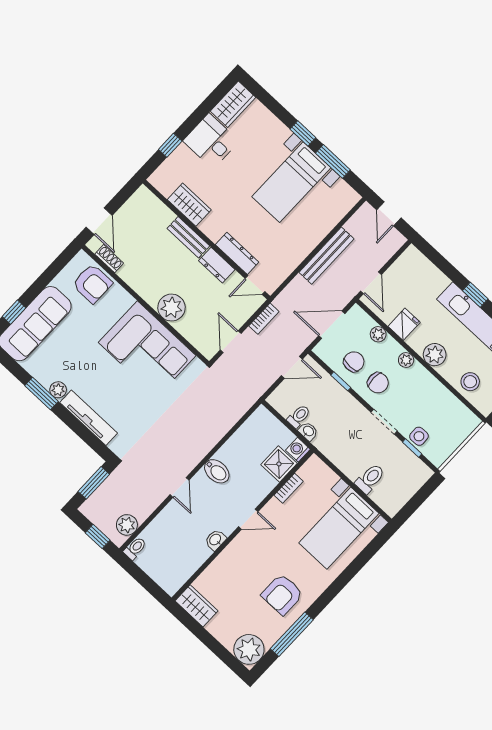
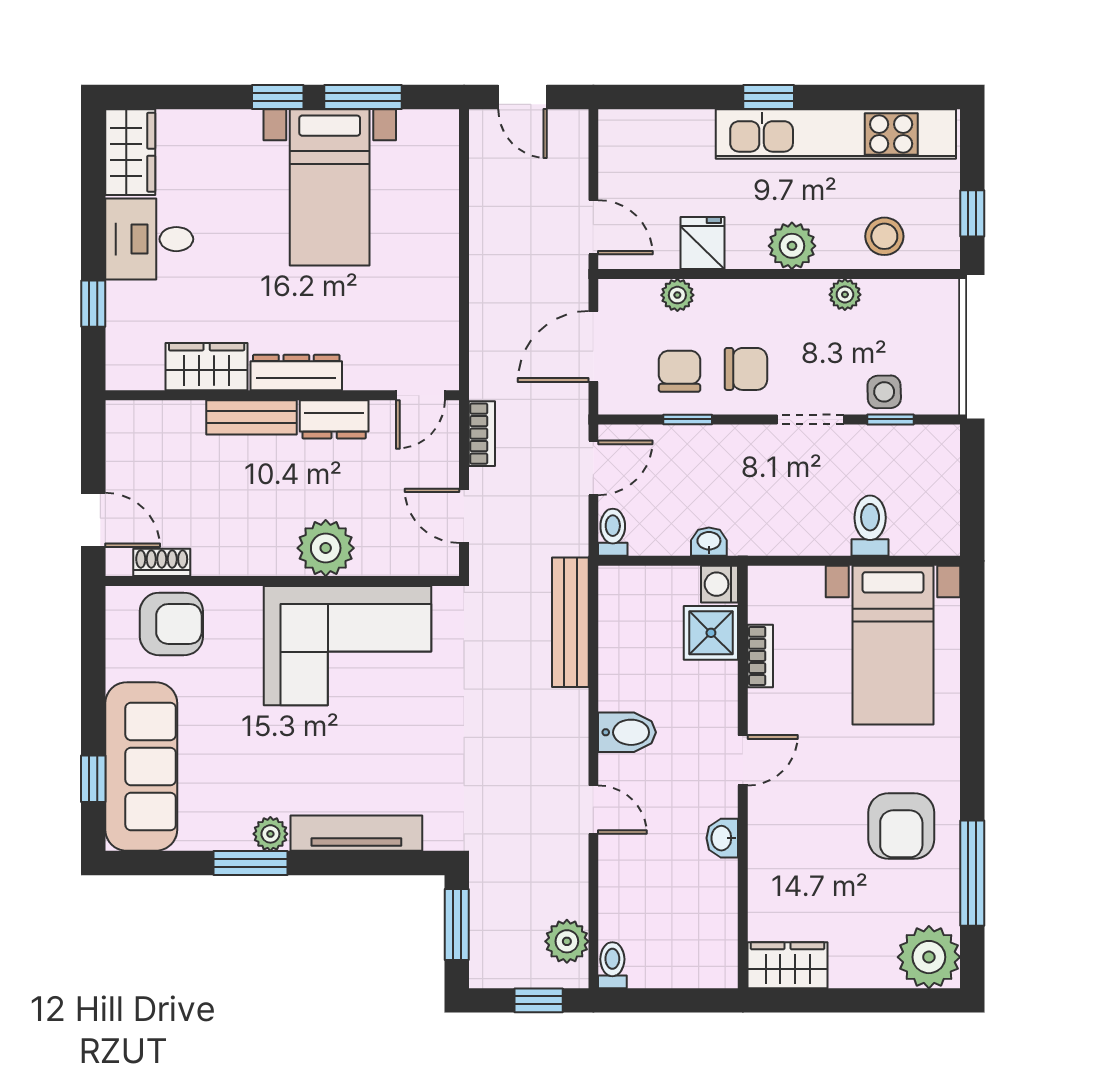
dresser: (237, 253) -> (296, 373), moved
bench: (326, 256) -> (570, 622), moved
plant: (406, 360) -> (845, 295), moved
toilet: (299, 416) -> (613, 532), moved

